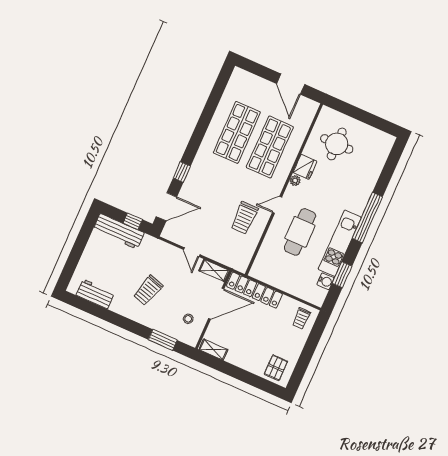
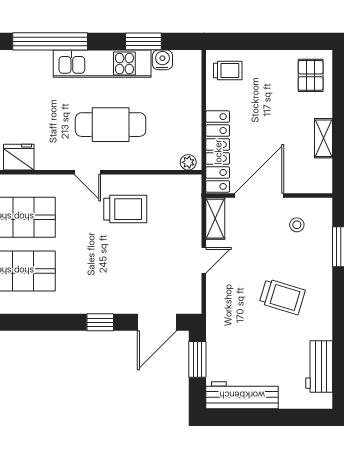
plant: (295, 181) -> (188, 162), moved
door: (166, 207) -> (157, 322), swing flipped
window: (133, 221) -> (197, 359), width x1.50
workbench: (119, 231) -> (242, 395), moved, turned -90
door: (216, 304) -> (259, 196), hinge flipped
shelving: (213, 350) -> (324, 138), moved
pallet: (276, 368) -> (311, 75), turned 90

